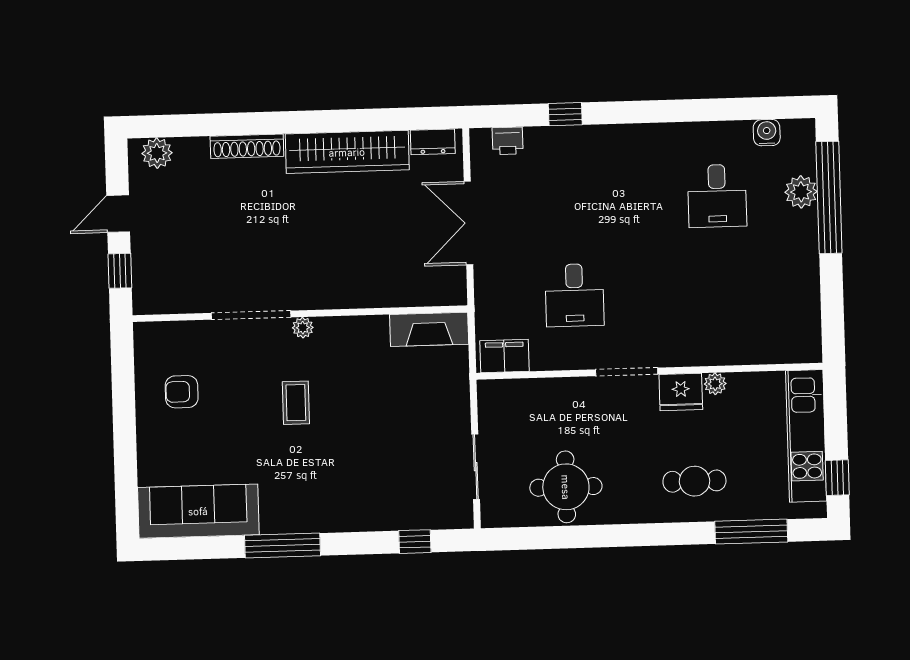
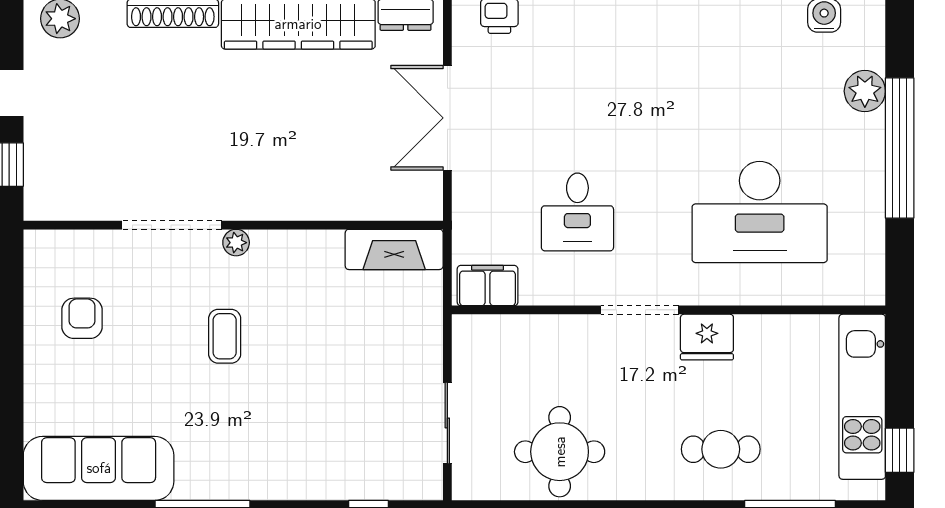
desk: (717, 196) -> (760, 212), moved, width x1.87, depth x1.30
window: (829, 197) -> (900, 148), moved
plant: (715, 384) -> (750, 328), removed
armchair: (182, 392) -> (82, 318), turned 90

